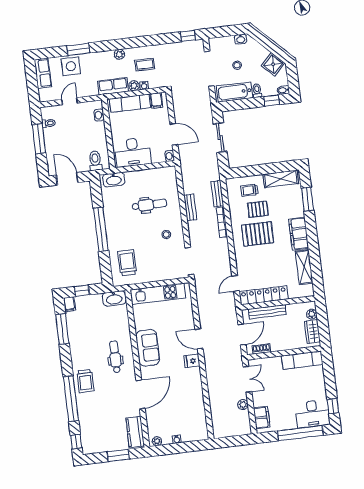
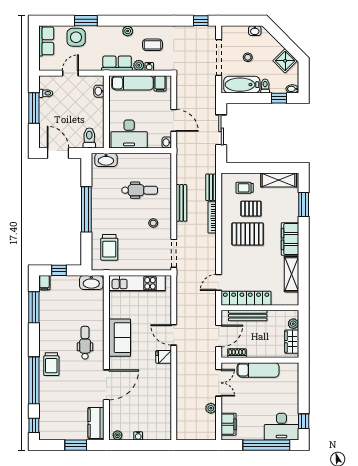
bench: (190, 207) -> (181, 203), width x1.36
trolley: (127, 263) -> (109, 247), turned 180
exam couch: (302, 360) -> (258, 370), moved

